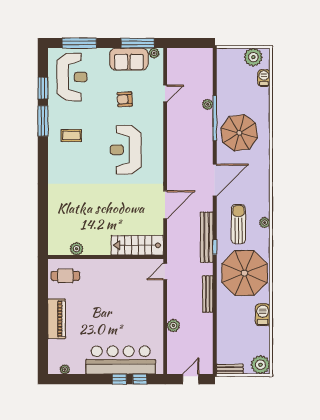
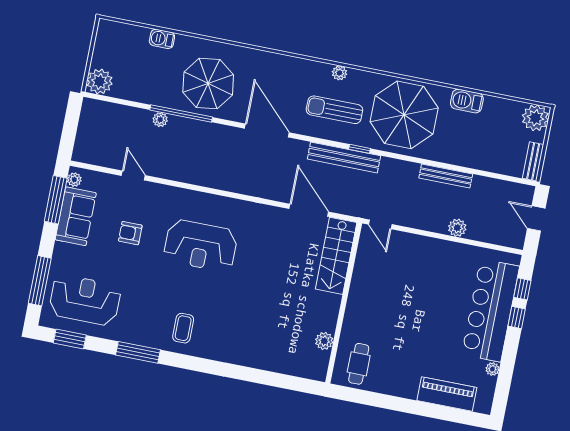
plant: (253, 57) -> (100, 81), moved
barbecue: (264, 78) -> (162, 39), moved
window: (43, 88) -> (70, 339), moved
armchair: (125, 99) -> (130, 233), turned 93
coffee table: (71, 136) -> (183, 328), moved
door: (165, 205) -> (309, 210), moved
bench: (208, 294) -> (446, 176), moved
piano: (57, 319) -> (447, 394), moved
plant: (65, 369) -> (492, 369), moved

